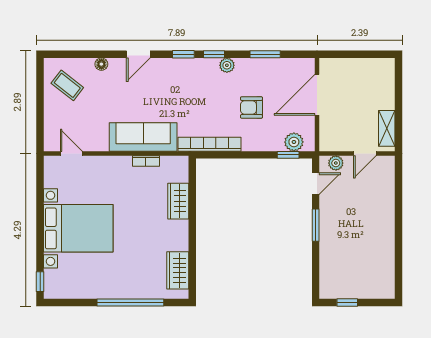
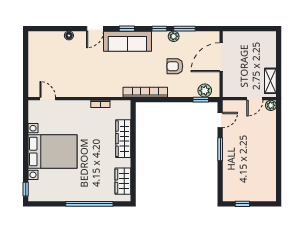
window: (214, 54) -> (159, 29), moved
plant: (227, 65) -> (174, 36), moved
coffee table: (67, 85) -> (45, 51), removed
sofa: (143, 137) -> (127, 41), moved, turned 180
plant: (336, 163) -> (271, 105), moved
wardrobe: (178, 201) -> (123, 139), width x1.50

